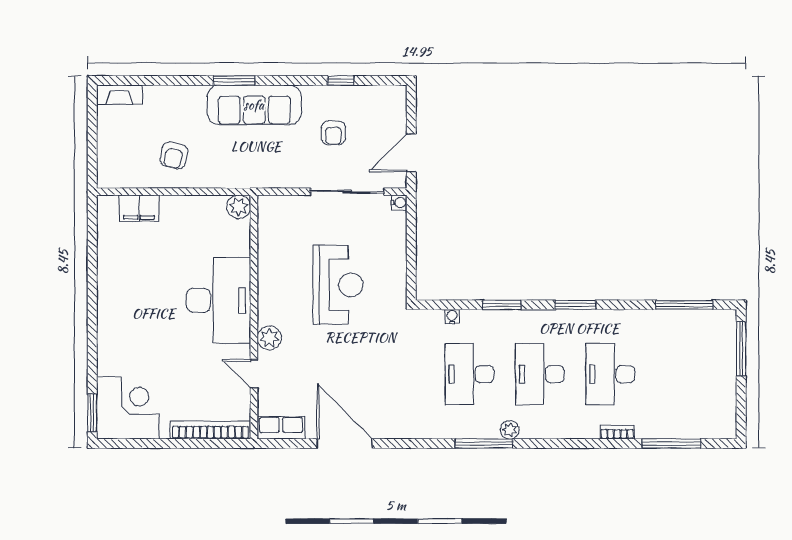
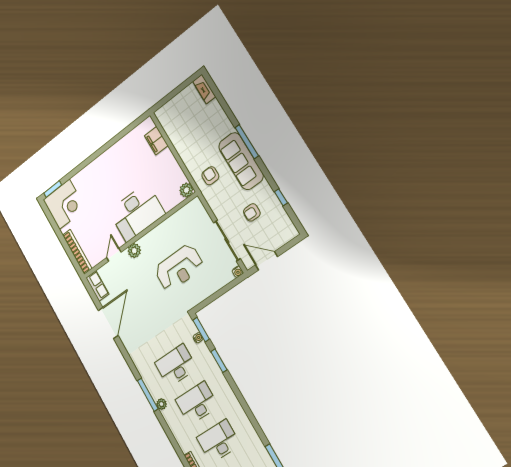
window: (234, 80) -> (247, 142), width x1.44
armchair: (174, 155) -> (210, 176), moved, turned 77
window: (575, 305) -> (201, 330), moved

